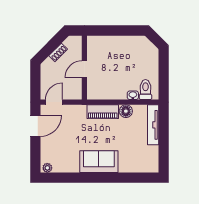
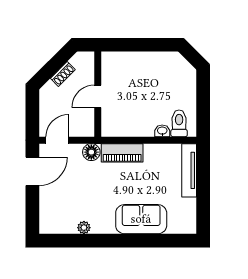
floor lamp: (126, 111) -> (91, 152), moved
sofa: (99, 162) -> (141, 219), moved
plant: (47, 168) -> (84, 228), moved

